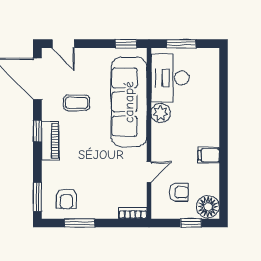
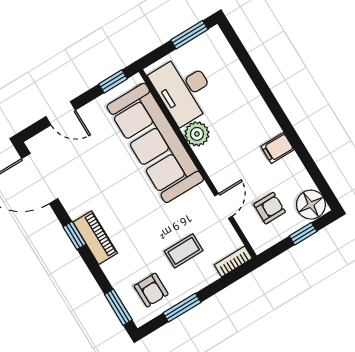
door: (63, 44) -> (61, 113), moved
window: (181, 44) -> (189, 35), moved
coffee table: (77, 103) -> (184, 251), moved

